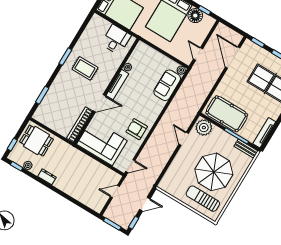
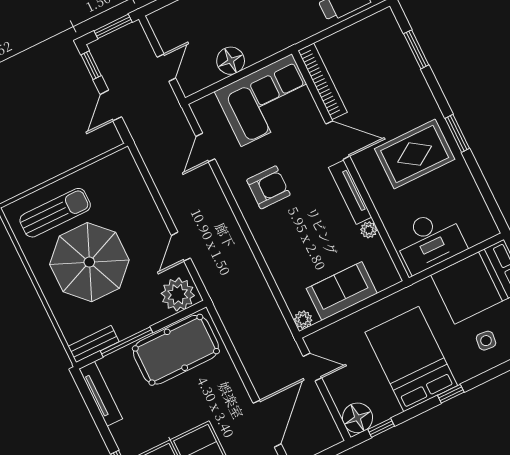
floor lamp: (195, 16) -> (357, 418), moved
desk: (116, 40) -> (430, 241), width x1.37
door: (233, 58) -> (267, 424), hinge flipped
rug: (85, 68) -> (415, 154), width x1.36, depth x1.43
sofa: (167, 85) -> (342, 291), moved, turned -90
door: (99, 103) -> (338, 140), swing flipped
armchair: (137, 129) -> (268, 187), moved
door: (184, 139) -> (181, 247), swing flipped
door: (130, 166) -> (205, 148), moved
floor lamp: (95, 167) -> (231, 61), added

